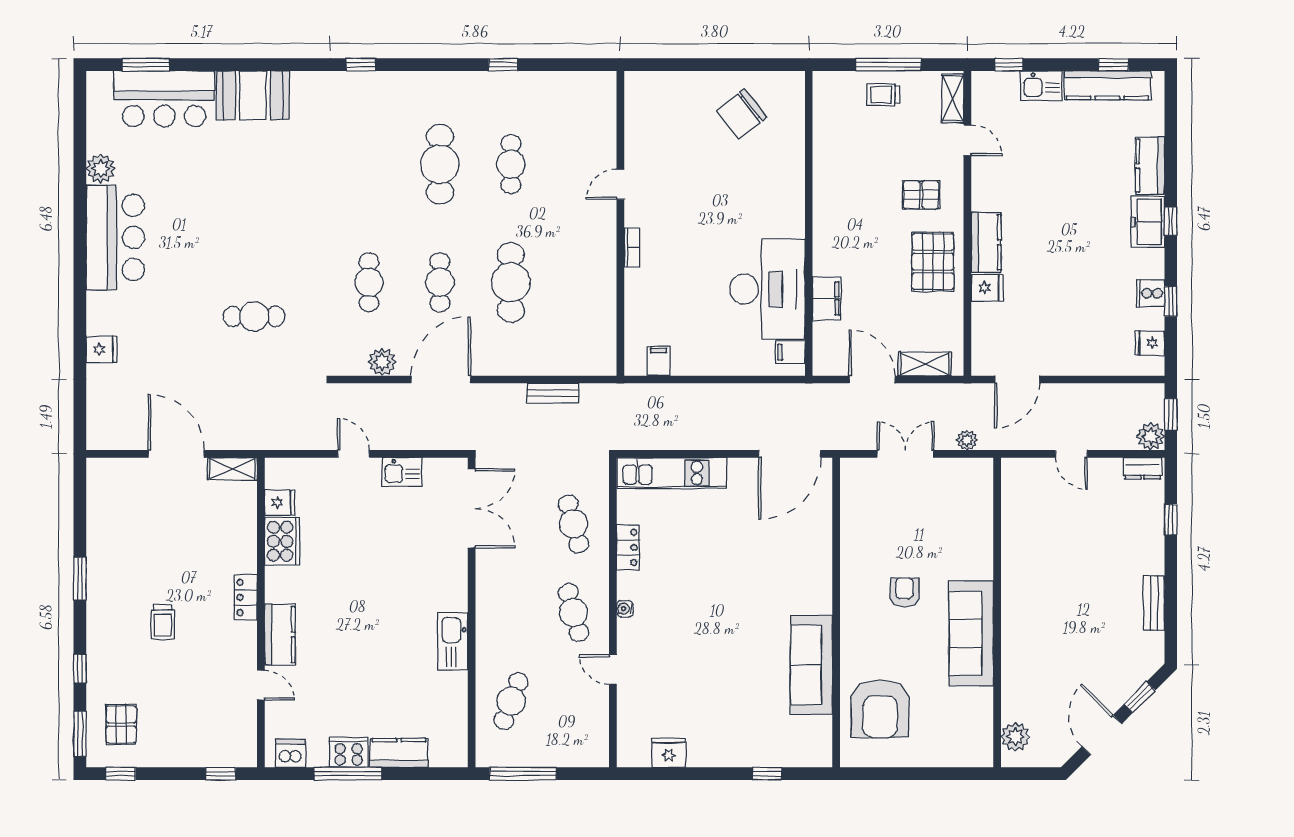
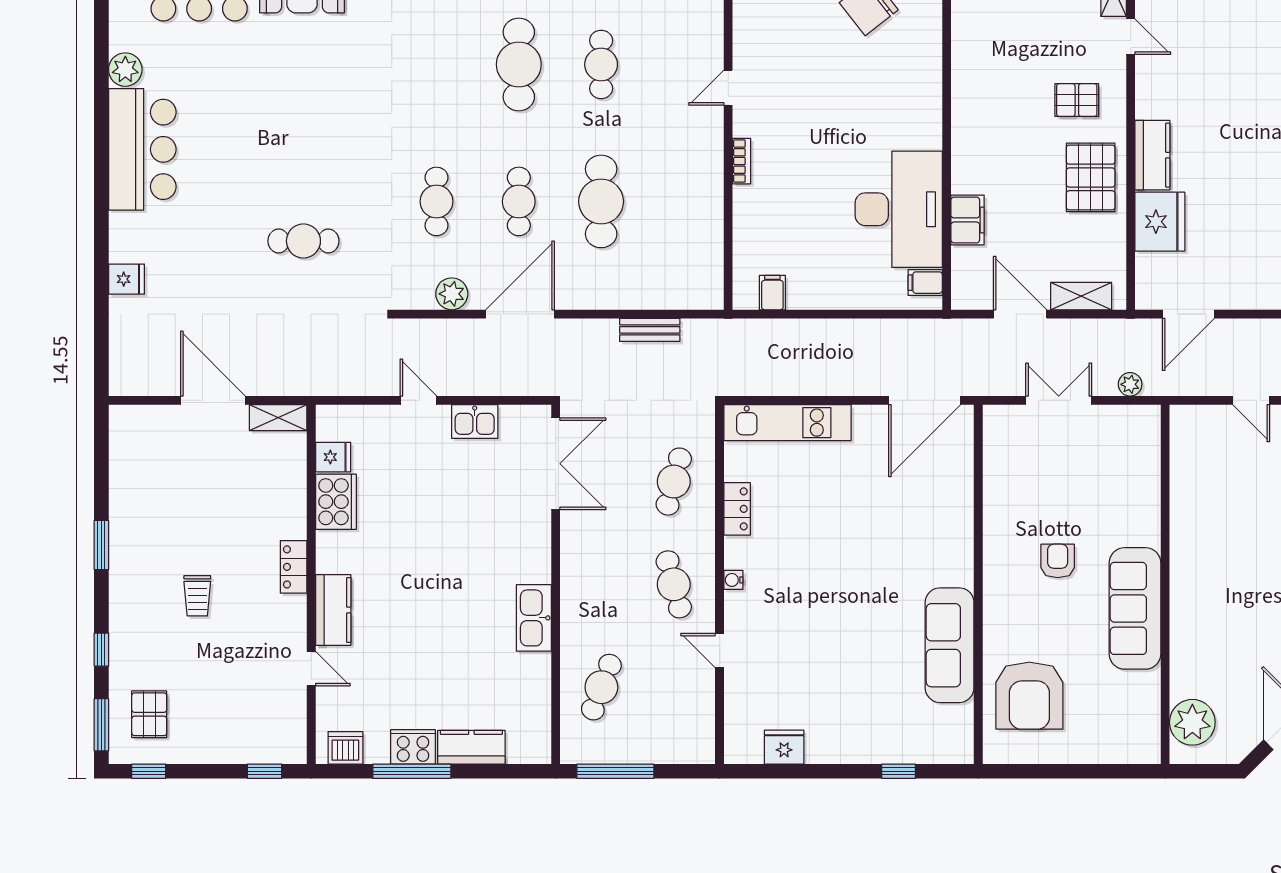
fridge: (987, 288) -> (1160, 222), width x1.88, depth x1.34
cafe table: (573, 524) -> (674, 482), turned 30
plant: (1015, 737) -> (1192, 722), width x1.36, depth x1.36

